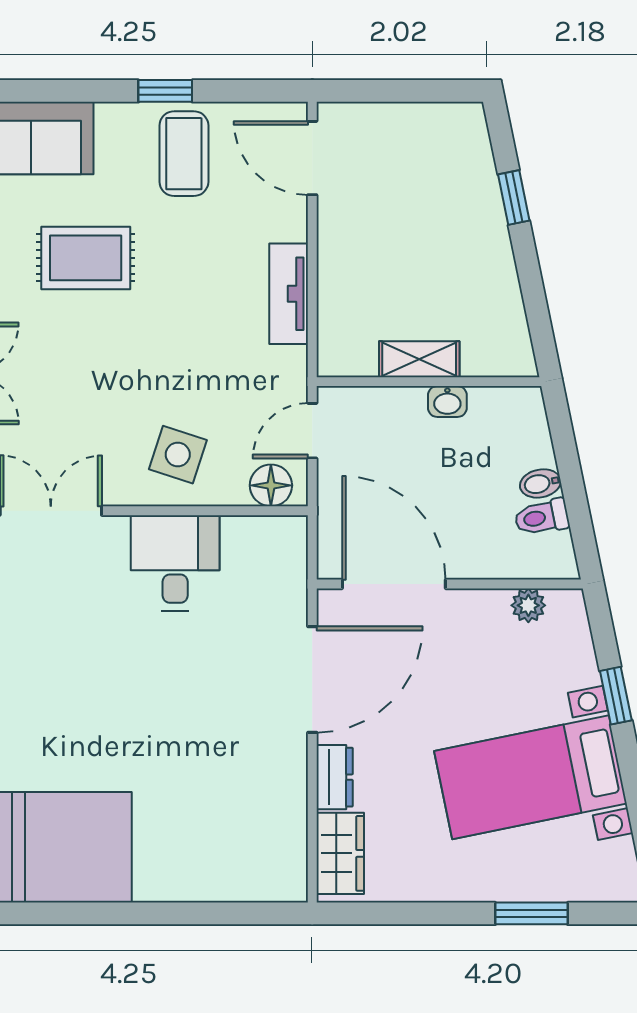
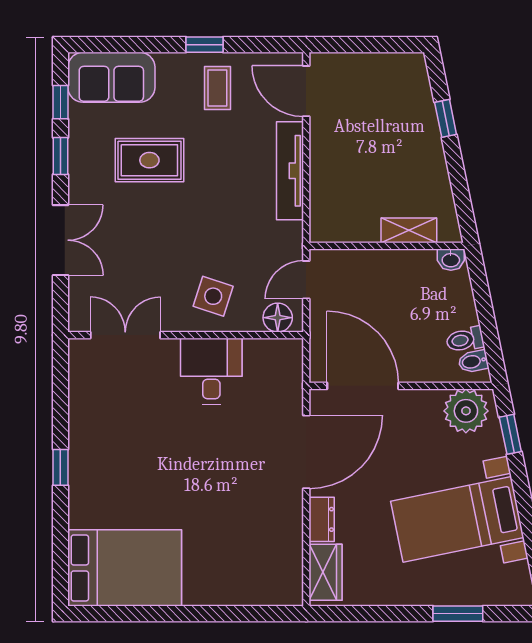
coffee table: (184, 154) -> (217, 88), width x0.73, depth x0.77
tv unit: (289, 294) -> (290, 171), width x1.41
shelving: (419, 359) -> (409, 230), moved
washbasin: (447, 402) -> (451, 260), moved
bidet: (540, 483) -> (473, 361), moved
plant: (528, 605) -> (466, 411), width x1.88, depth x1.88
window: (616, 696) -> (510, 434), moved

